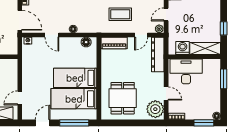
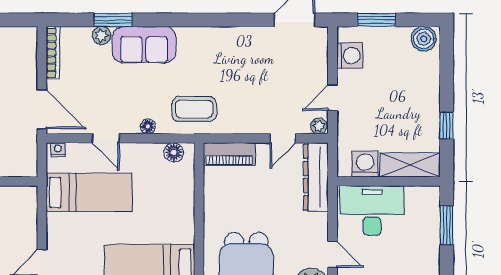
coffee table: (120, 14) -> (194, 109), moved
bed: (75, 78) -> (89, 192), moved, turned 180

